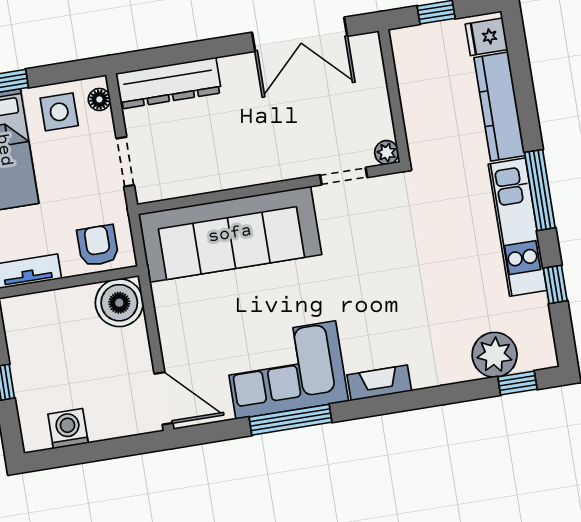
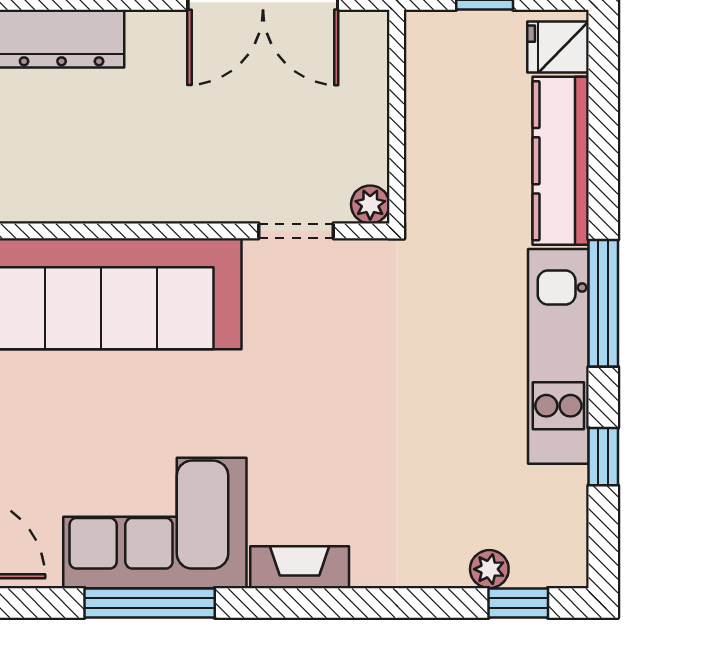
plant: (495, 355) -> (489, 569), width x0.53, depth x0.53

